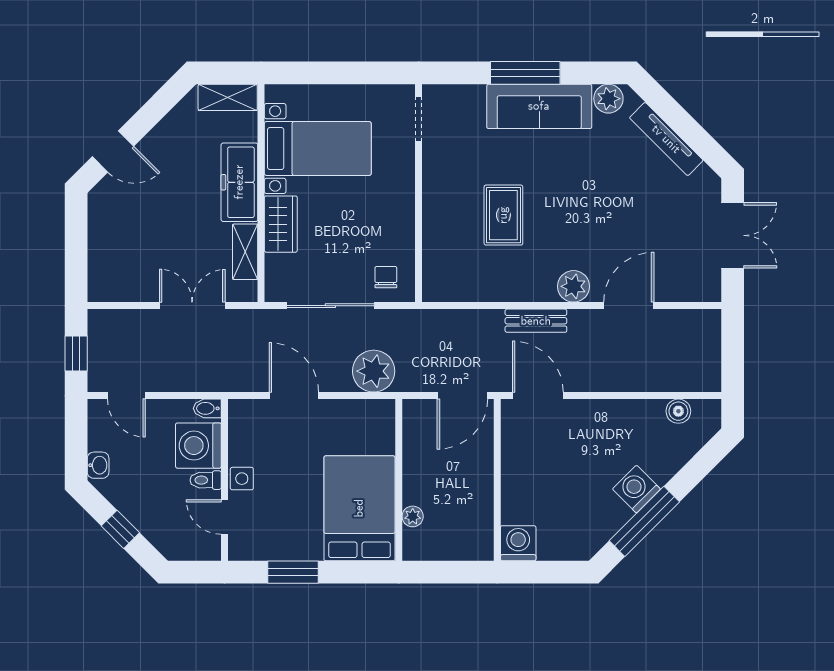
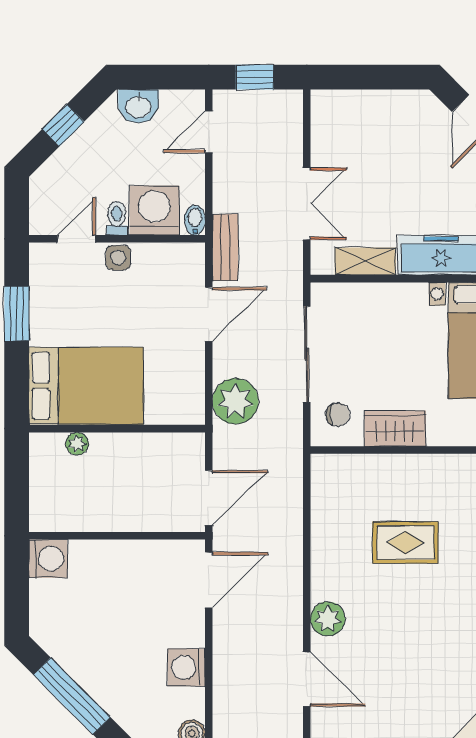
wardrobe: (281, 224) -> (395, 429), moved, turned 180
bench: (536, 321) -> (225, 247), moved
door: (462, 396) -> (209, 498), swing flipped
washbasin: (98, 465) -> (138, 106), width x1.38, depth x1.45
washing machine: (636, 489) -> (186, 667), moved, turned -135

